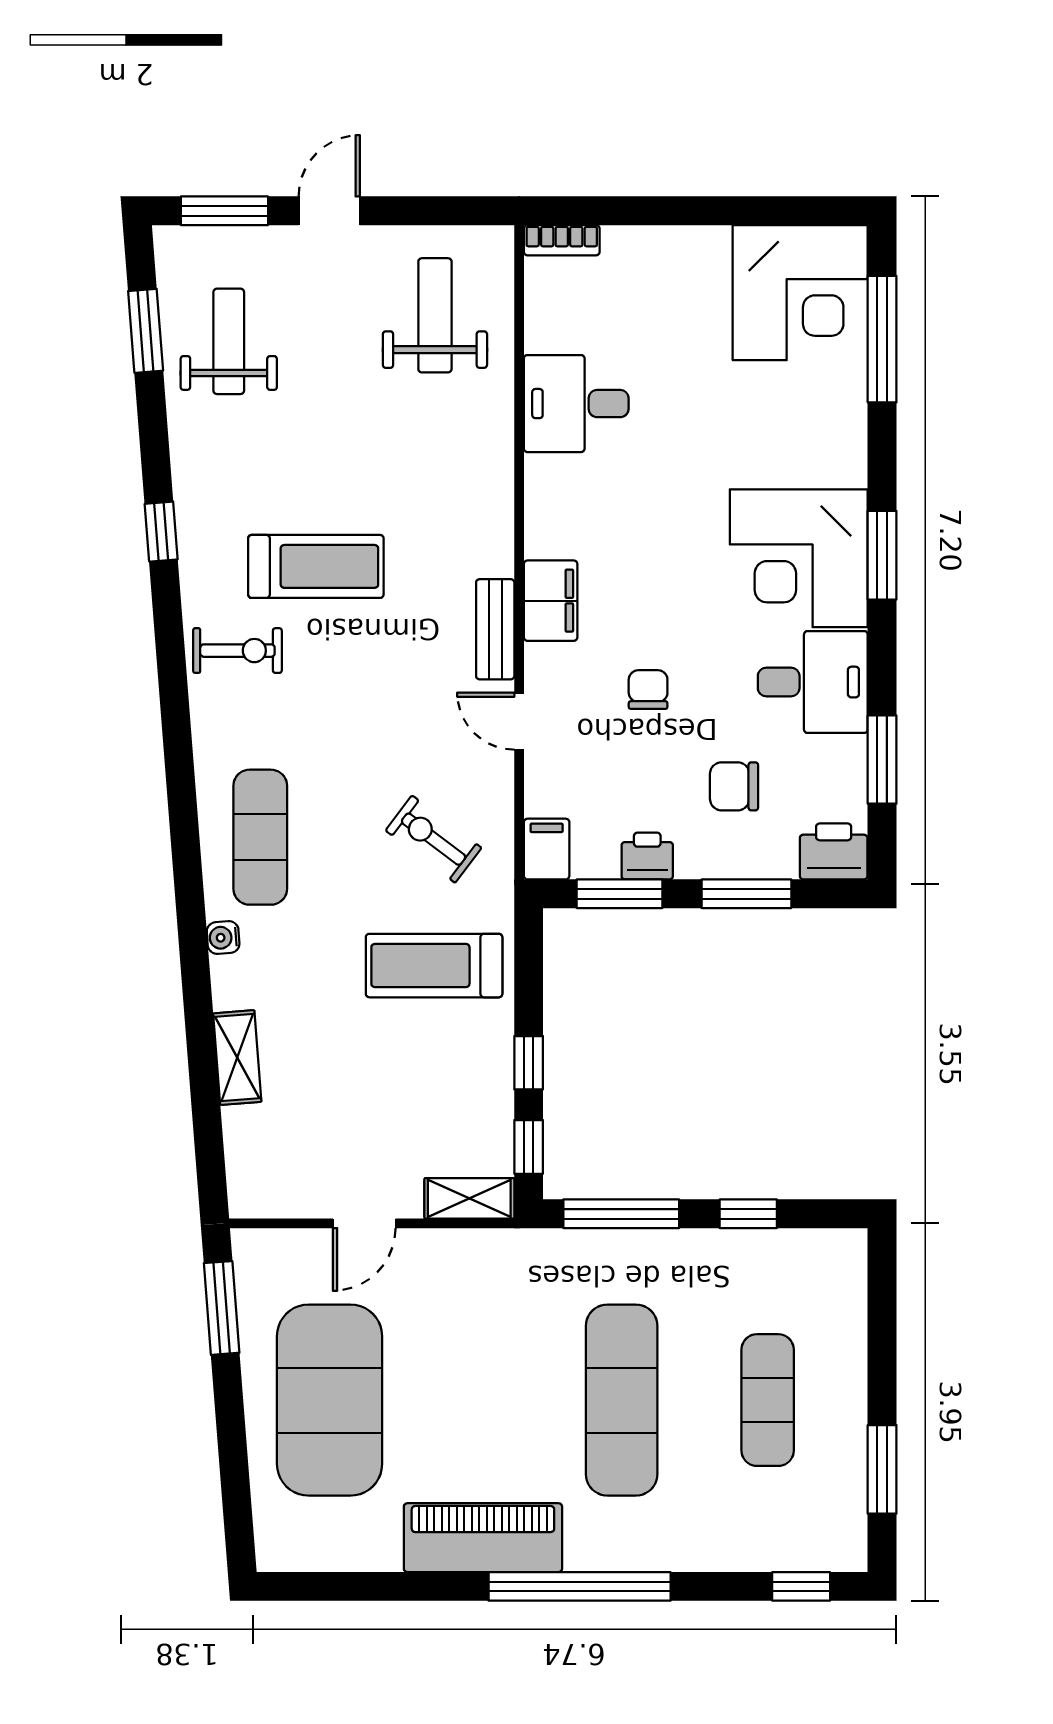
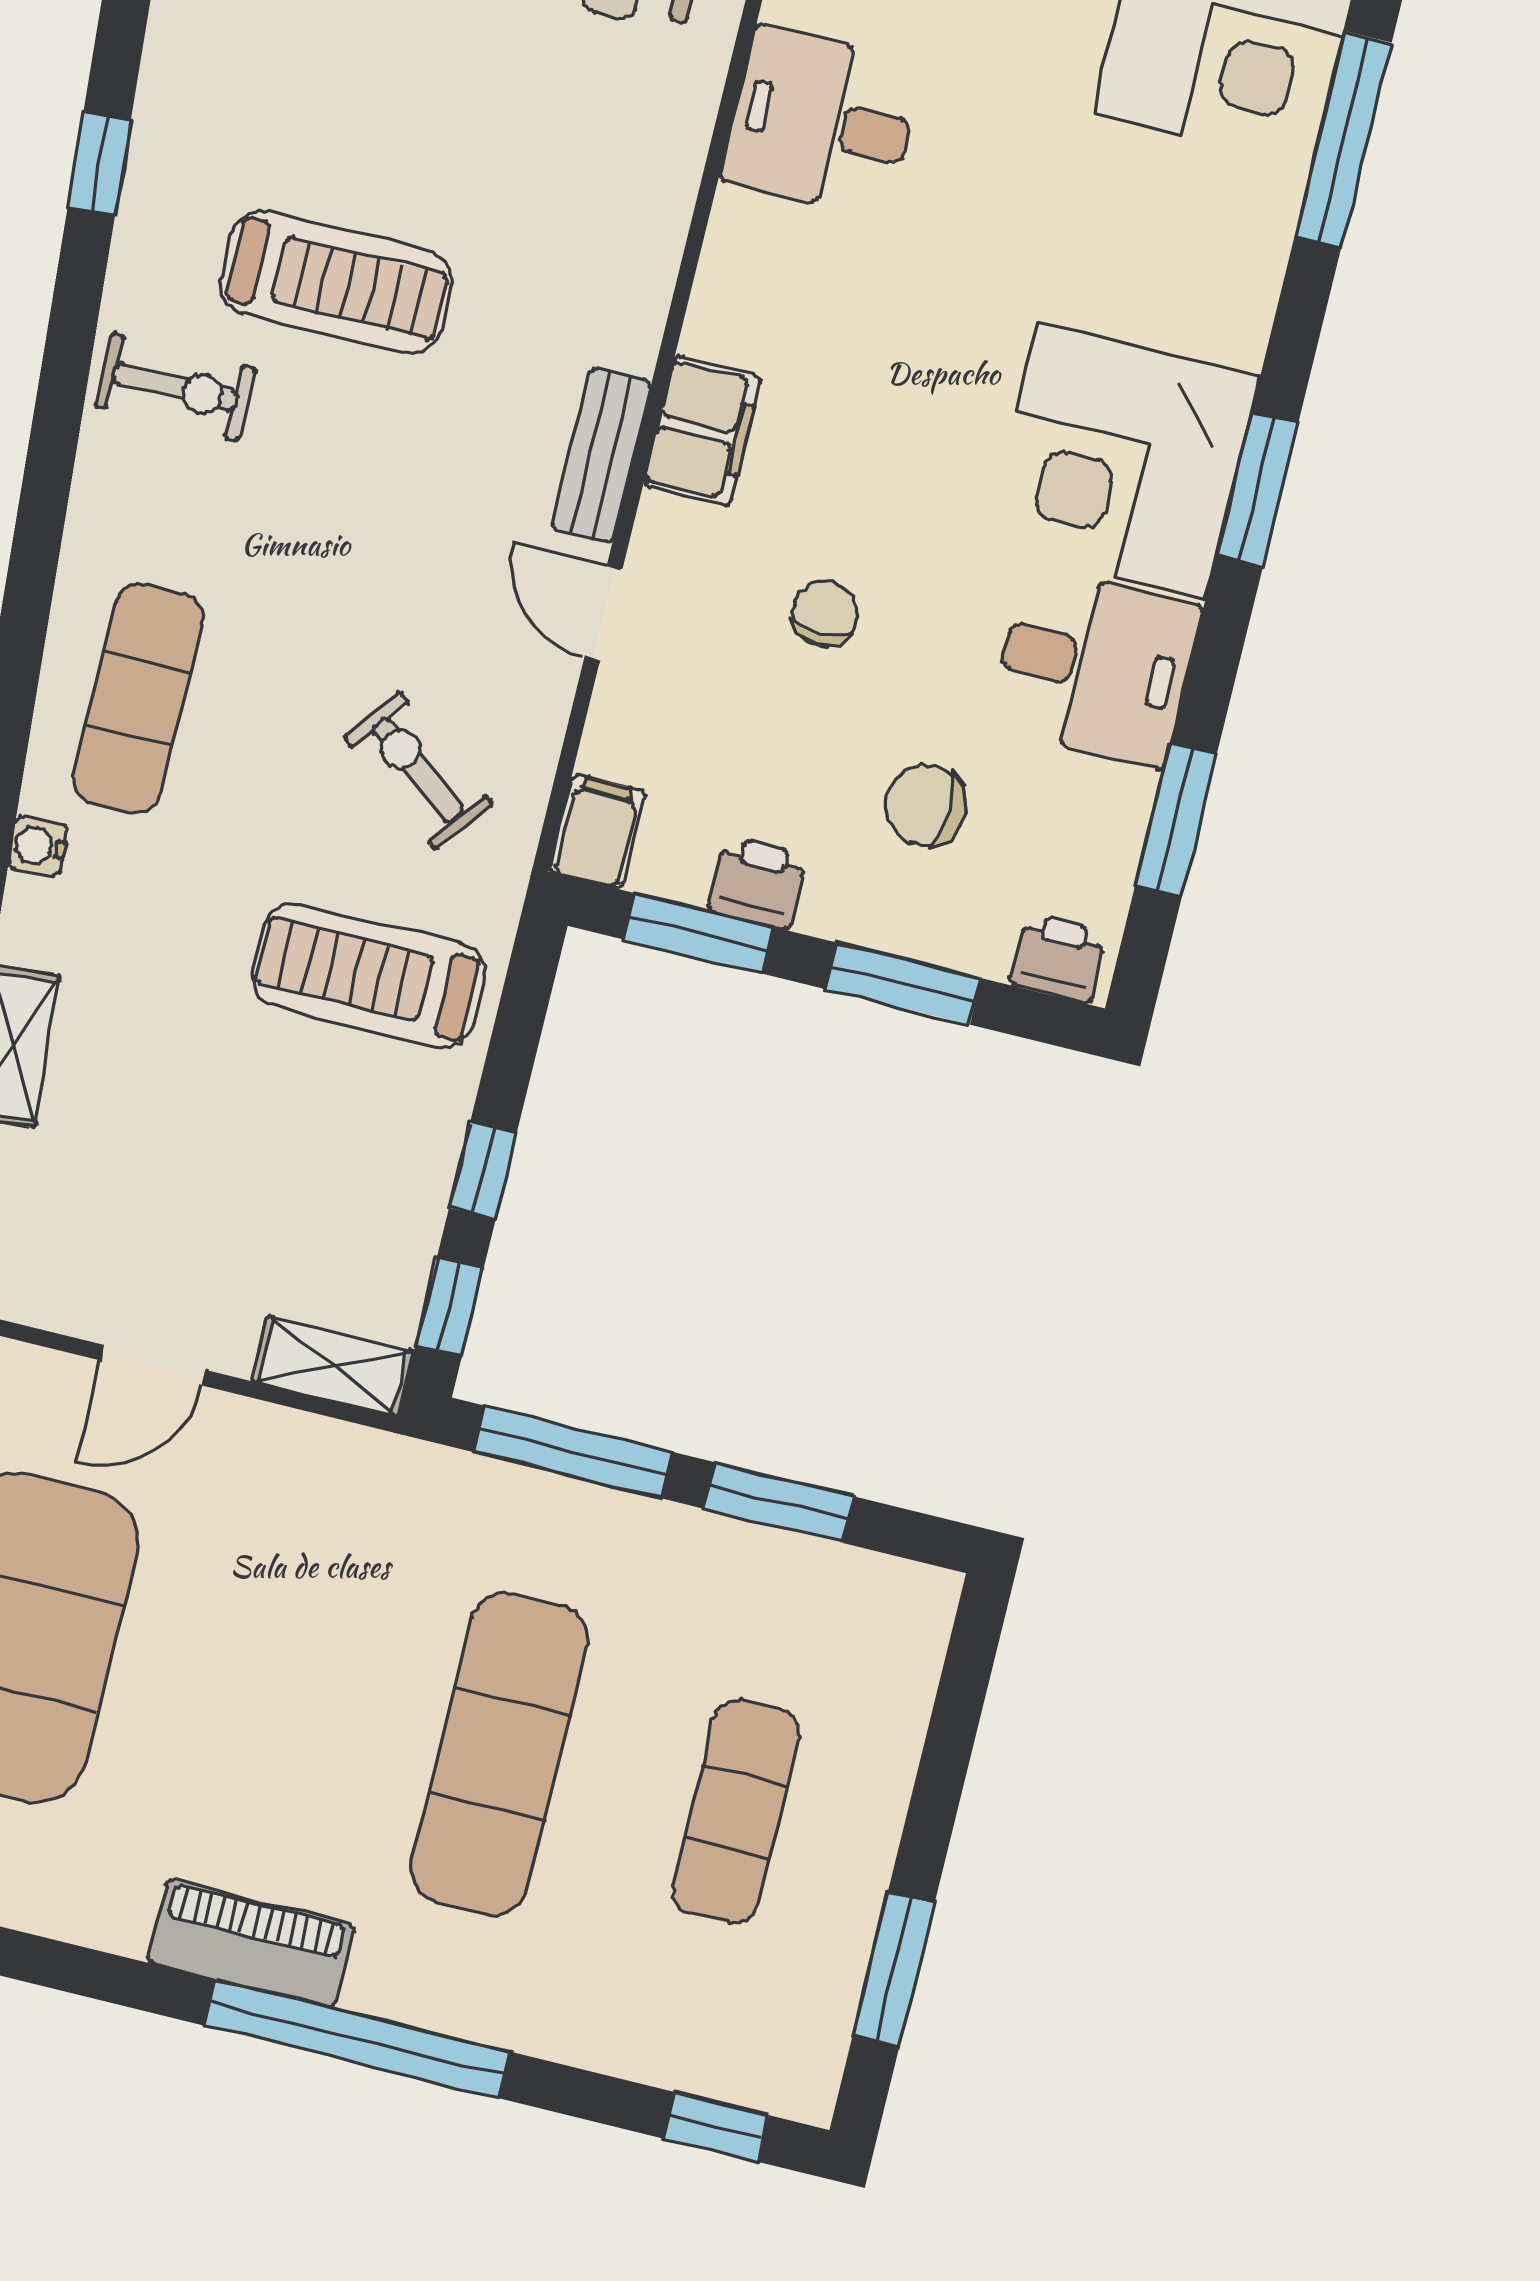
printer: (834, 851) -> (1059, 958), width x0.73, depth x0.81
window: (748, 1214) -> (778, 1502), width x1.50
piano: (483, 1538) -> (251, 1944), width x0.73, depth x0.75

